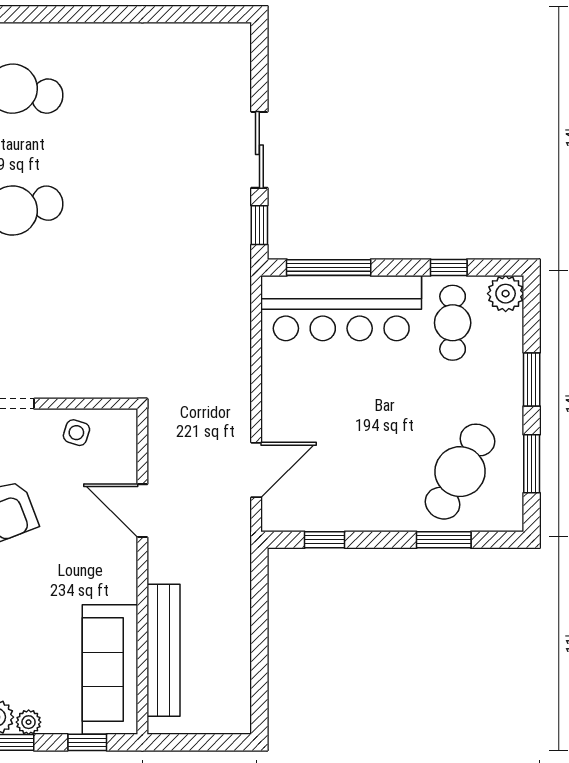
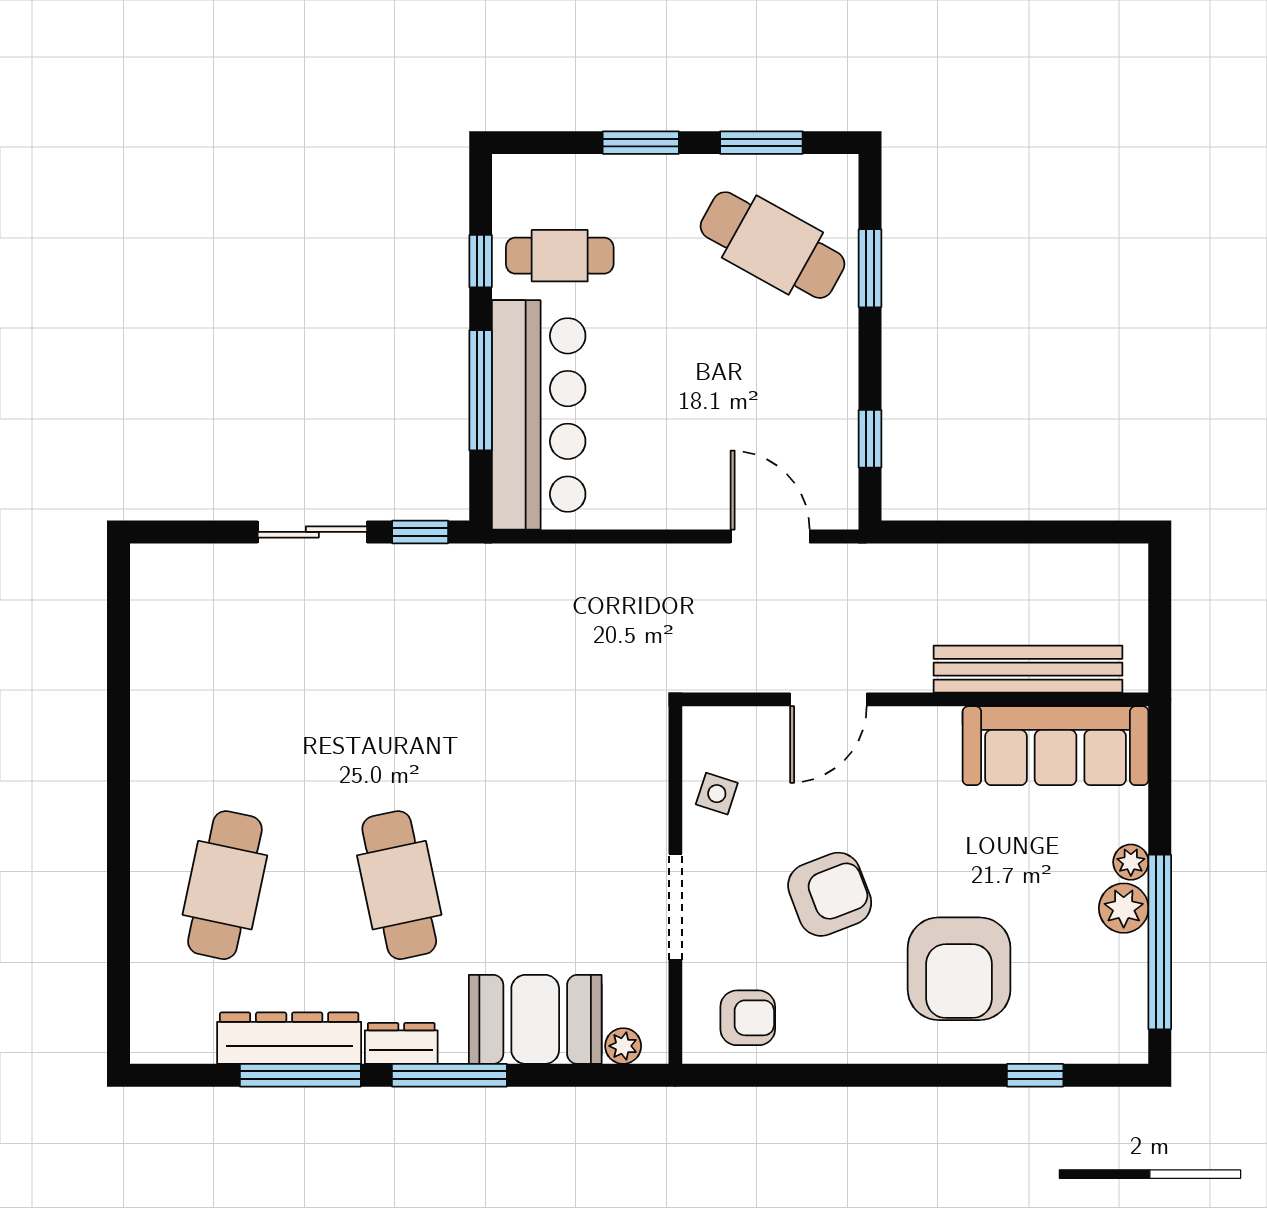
window: (329, 268) -> (481, 390), moved
plant: (506, 294) -> (518, 180), removed
window: (87, 742) -> (1160, 778), removed

